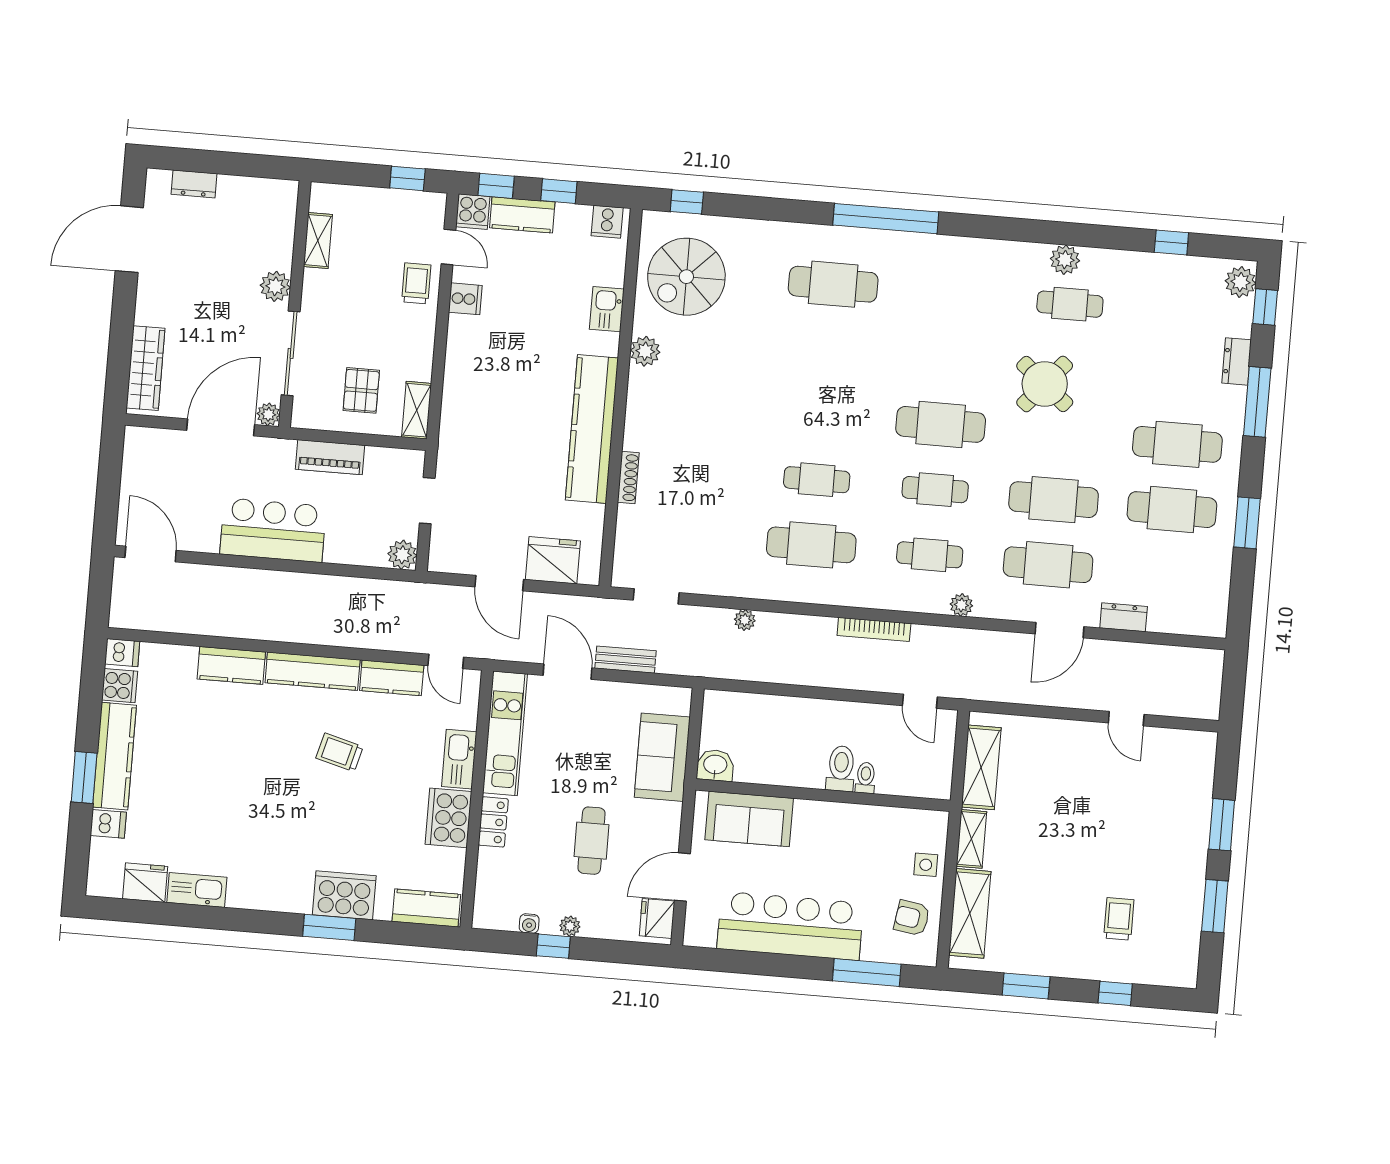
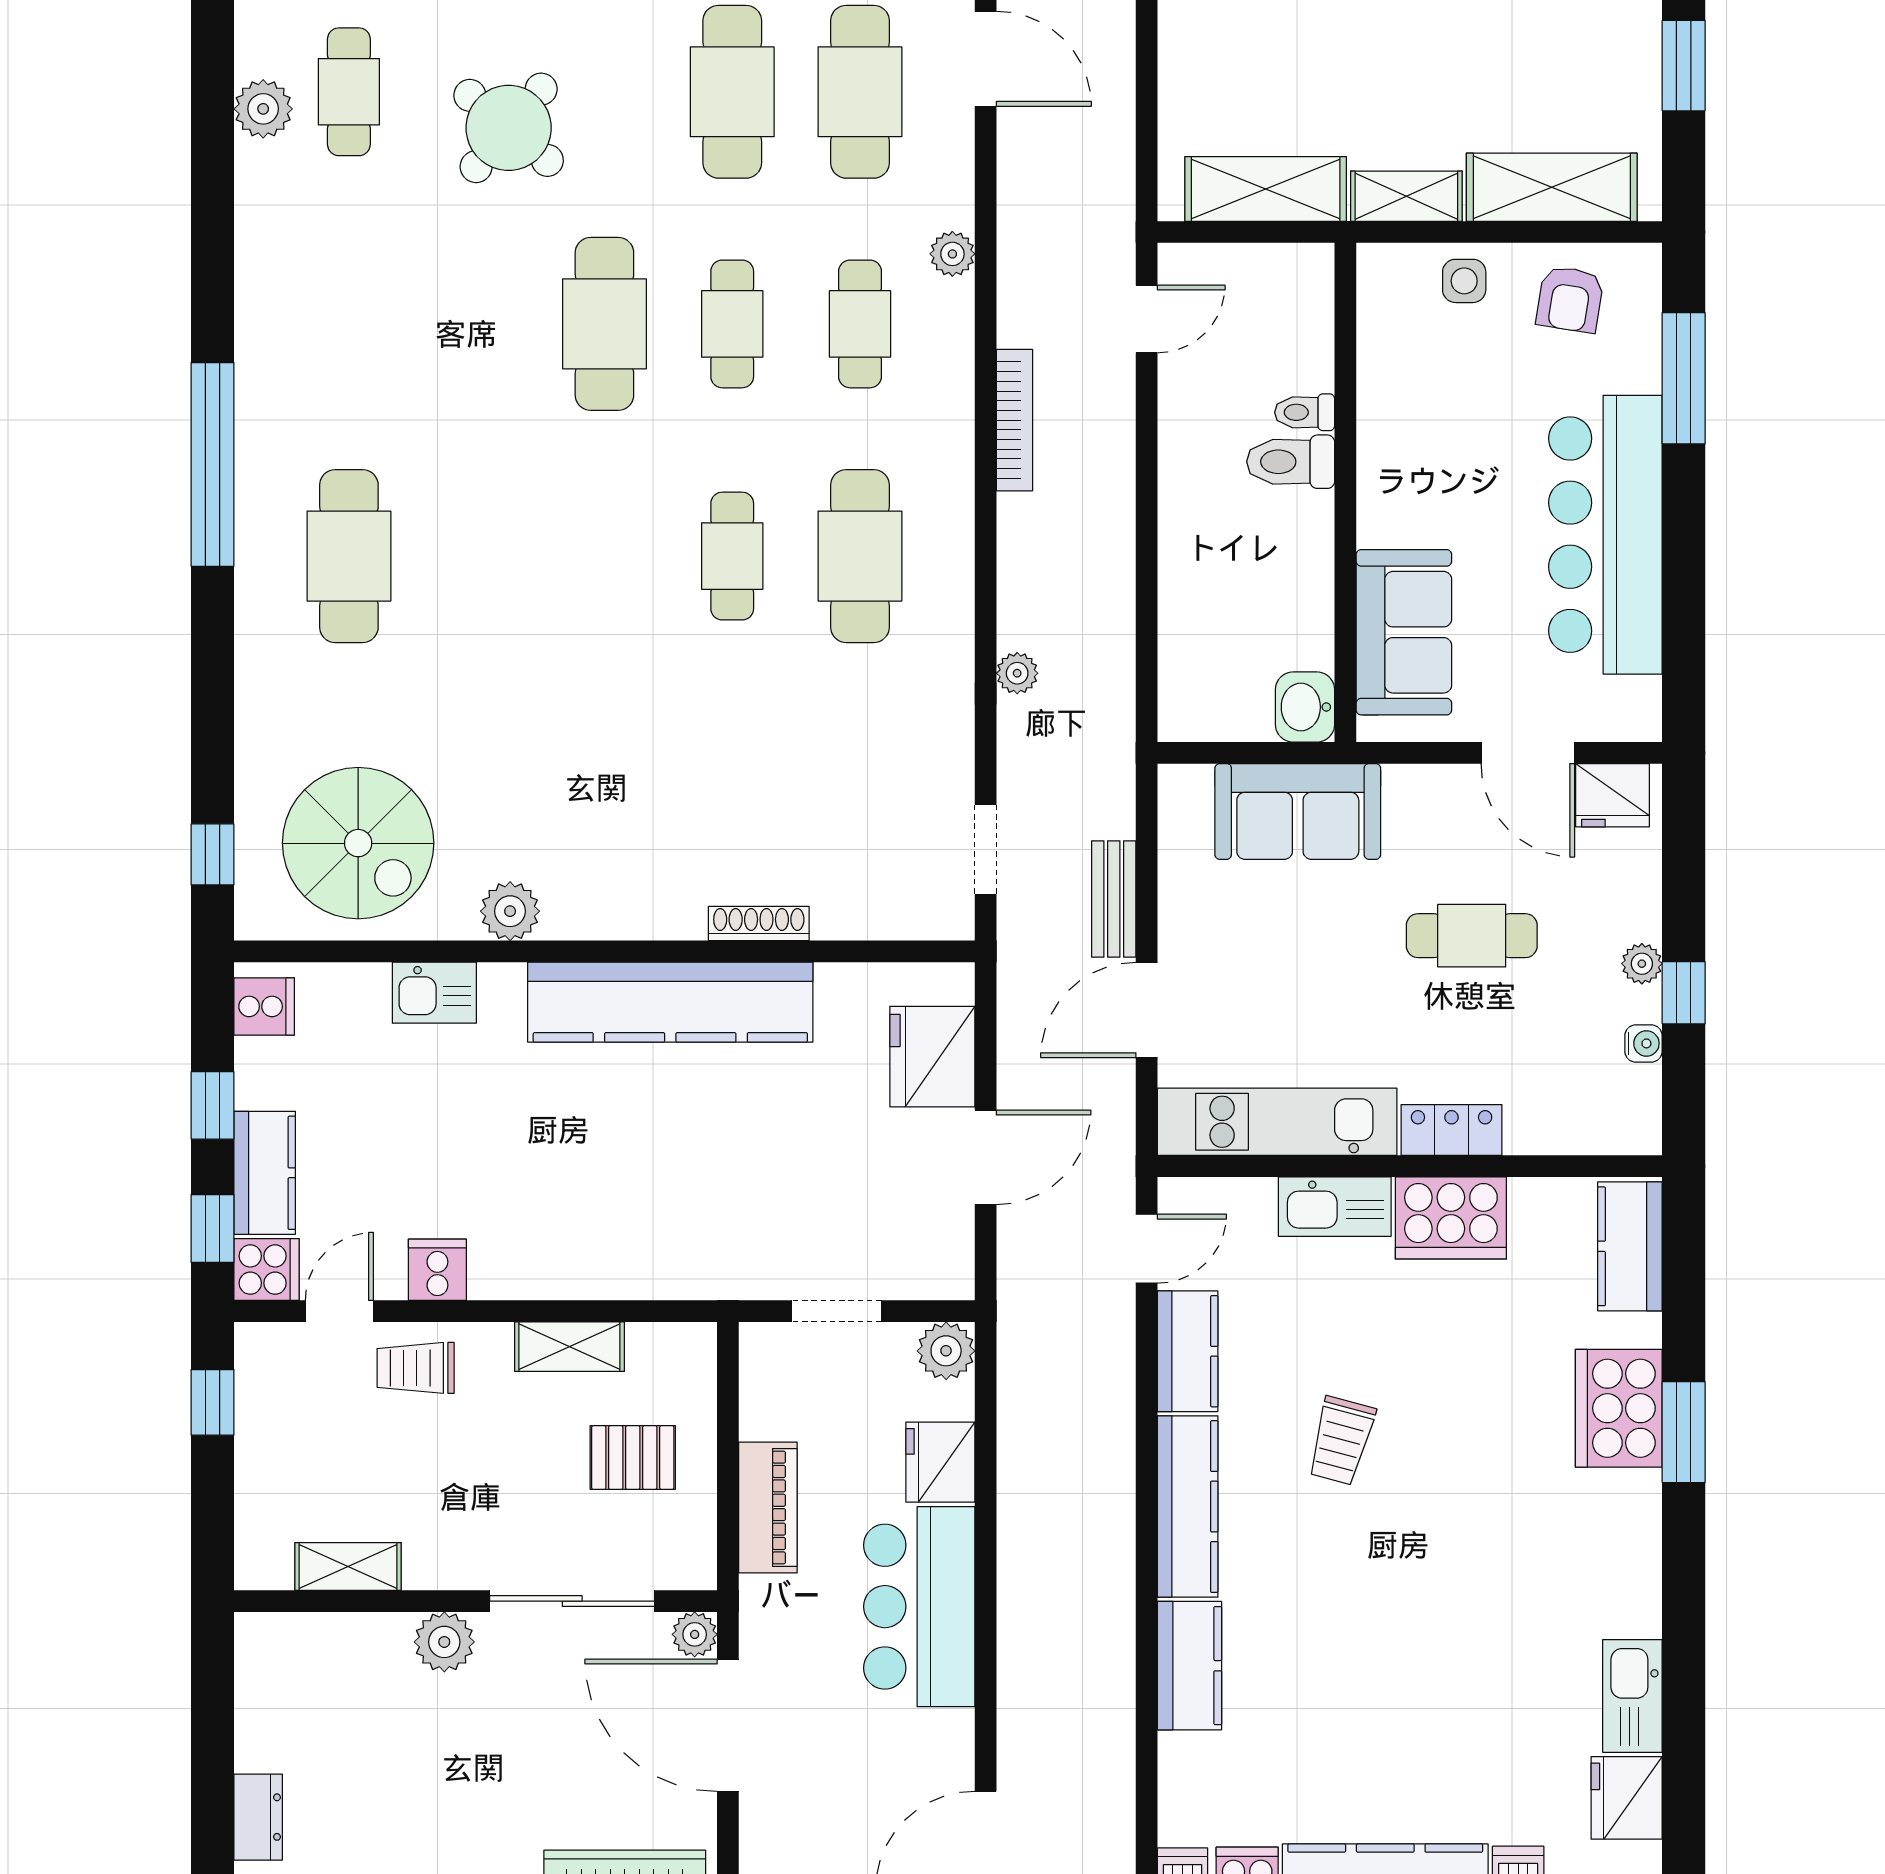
shelving: (417, 410) -> (569, 1347), moved
fridge: (346, 547) -> (940, 1462), added

